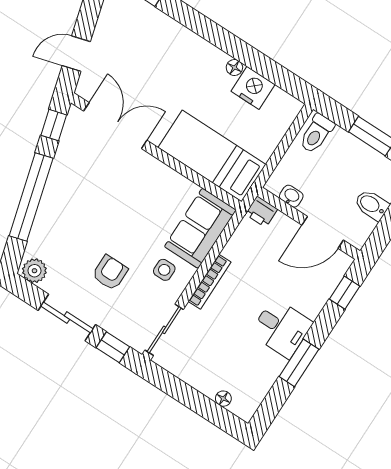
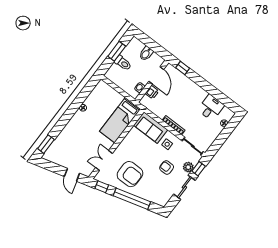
nightstand: (253, 88) -> (92, 100), removed
double door: (115, 126) -> (104, 161), width x0.73
toilet: (316, 134) -> (123, 63), moved
armchair: (88, 189) -> (130, 174), added
printer: (261, 212) -> (152, 92), moved
plant: (34, 271) -> (188, 167), moved
desk: (281, 328) -> (211, 108), moved
window: (299, 363) -> (211, 90), removed

